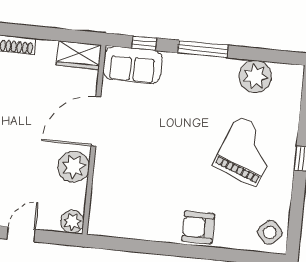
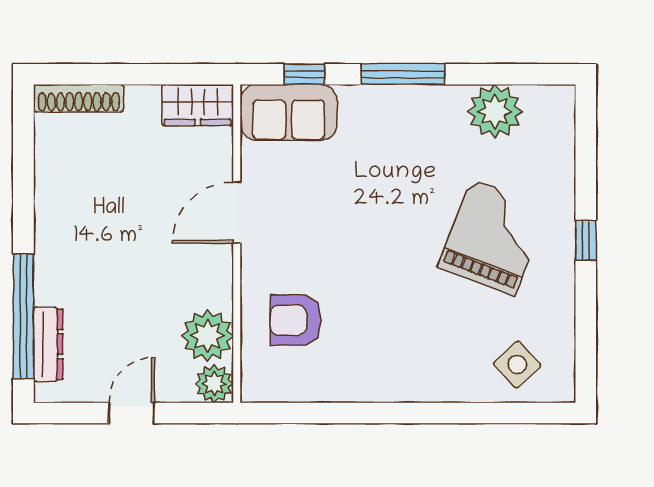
door: (96, 121) -> (237, 213), width x0.73
plant: (74, 167) -> (207, 336), moved
armchair: (198, 227) -> (296, 320), moved
side table: (270, 232) -> (517, 365), moved

